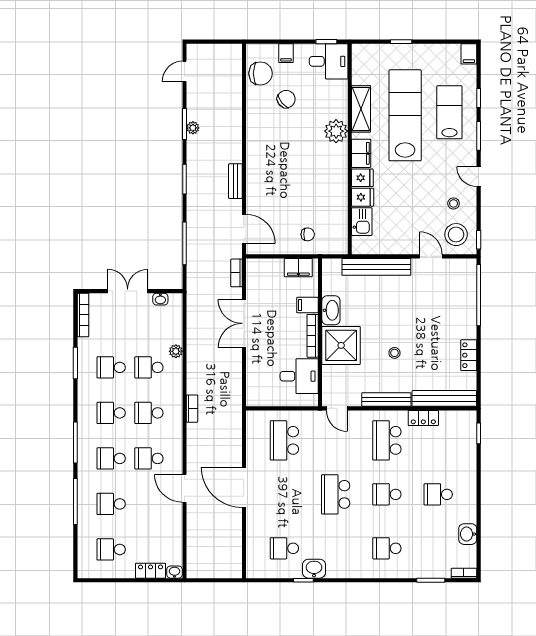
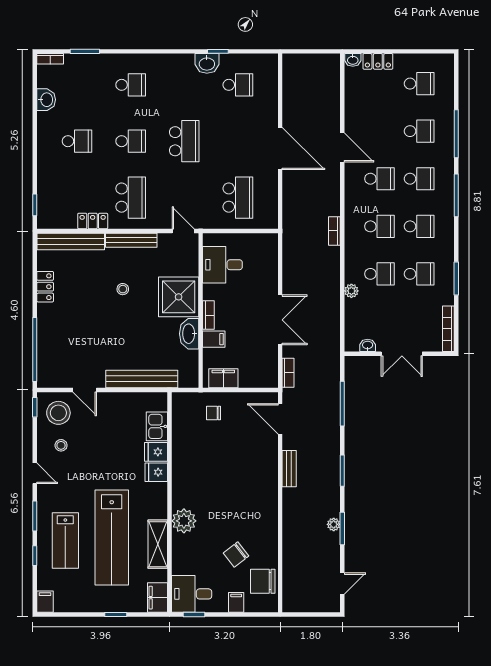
filing cabinet: (361, 153) -> (158, 598), moved
bookcase: (313, 336) -> (208, 315), width x0.64

